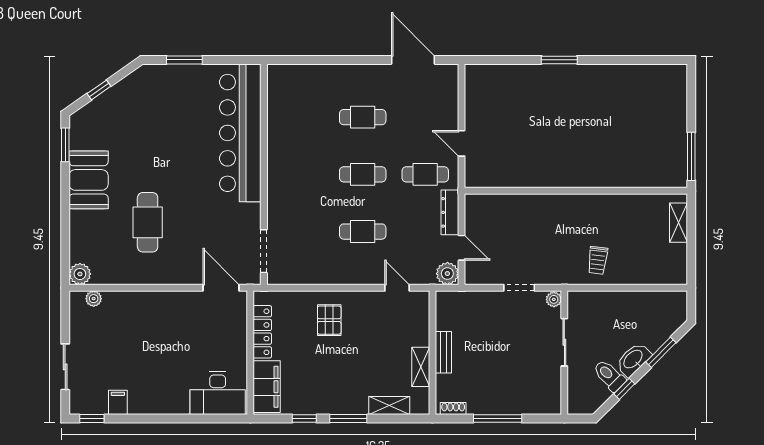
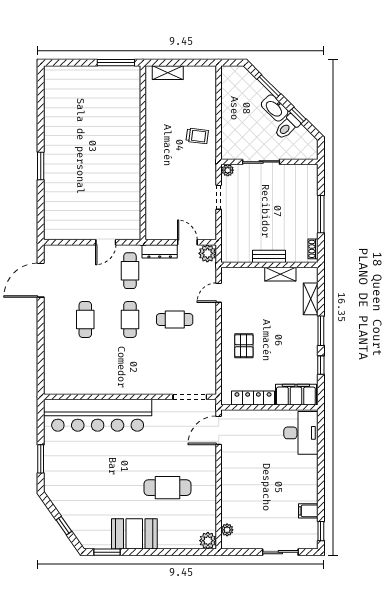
cafe table: (363, 232) -> (175, 320), turned 90
door: (462, 248) -> (187, 242), hinge flipped
pallet: (329, 320) -> (244, 346), turned 90

